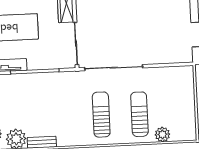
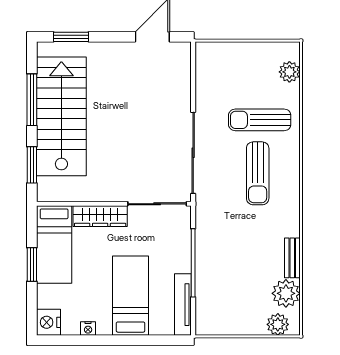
sun lounger: (101, 115) -> (258, 173), turned -90
plant: (162, 134) -> (289, 72), moved

